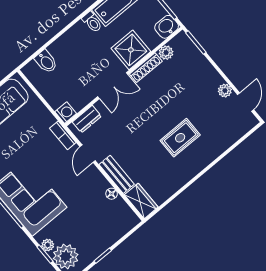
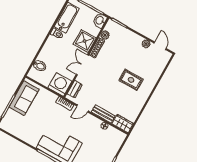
double door: (113, 86) -> (82, 65), swing flipped
washing machine: (66, 113) -> (60, 84), width x1.89, depth x1.89
rug: (180, 138) -> (131, 80), turned 90
door: (88, 154) -> (83, 108), hinge flipped

